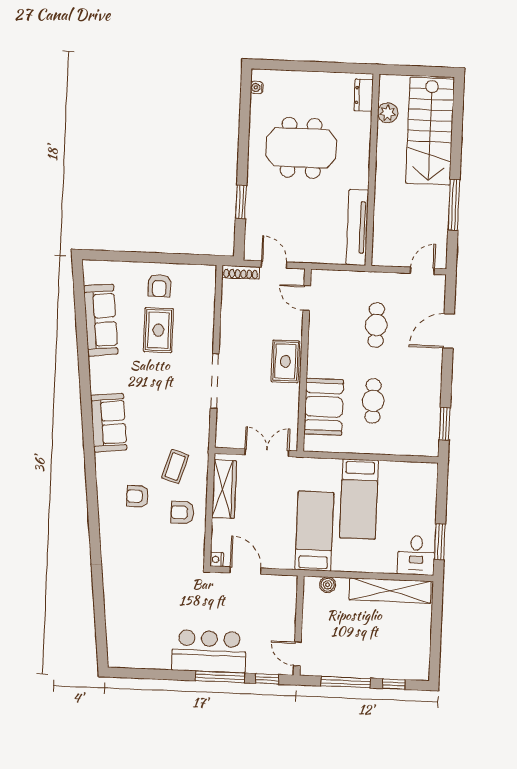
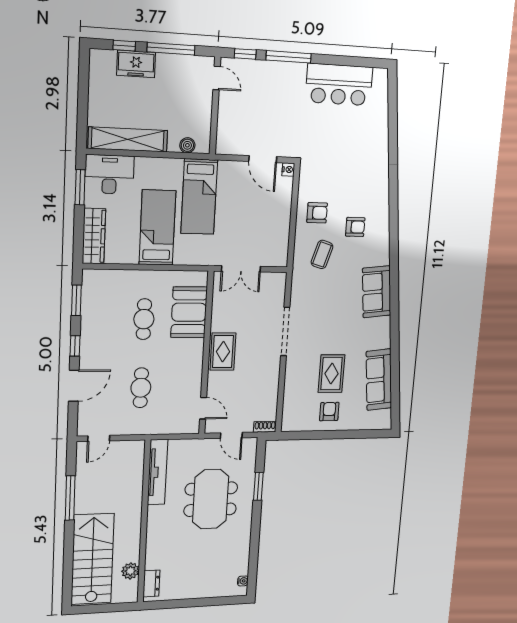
meeting table: (301, 148) -> (211, 499), moved, turned 90
shoe rack: (241, 272) -> (265, 427), width x0.70
window: (447, 375) -> (75, 346), added
wardrobe: (224, 489) -> (94, 236), moved, turned 180
desk: (416, 555) -> (109, 174), width x1.37
bar counter: (209, 651) -> (339, 85), moved
freezer: (382, 666) -> (136, 64), added

